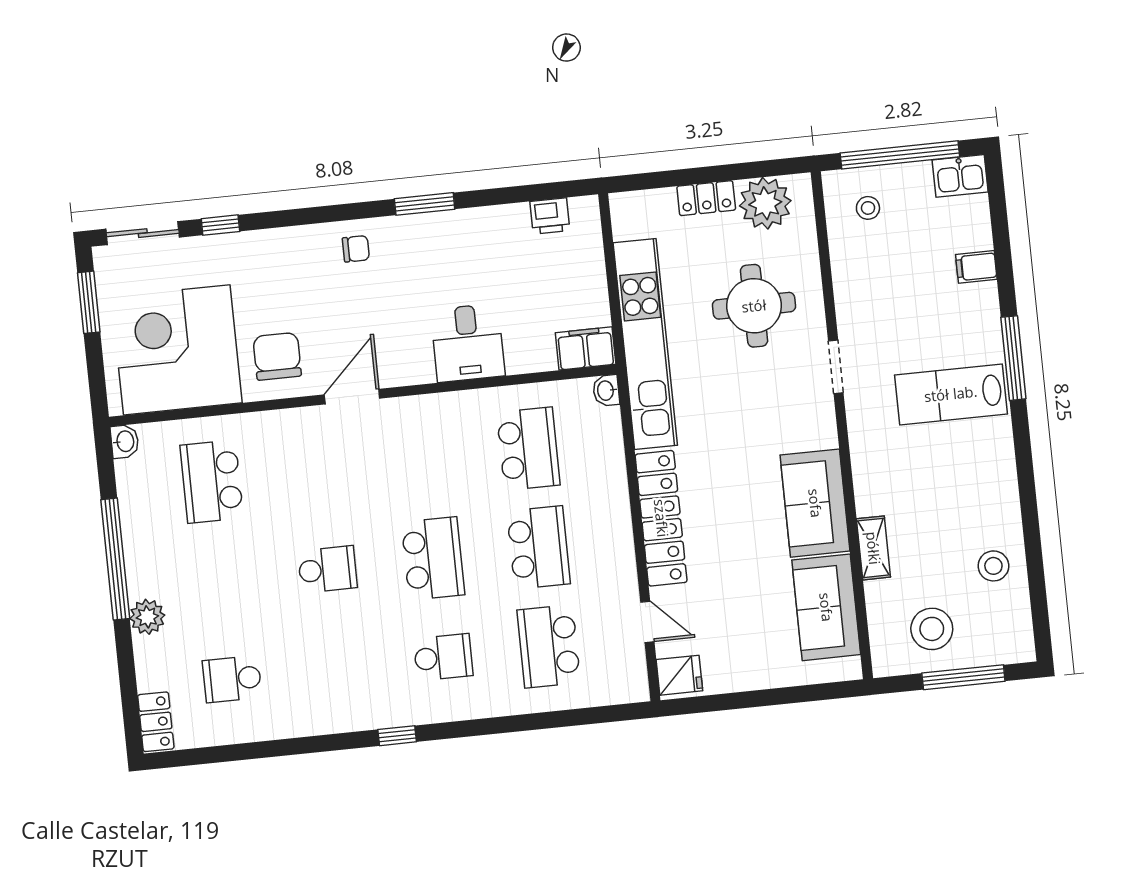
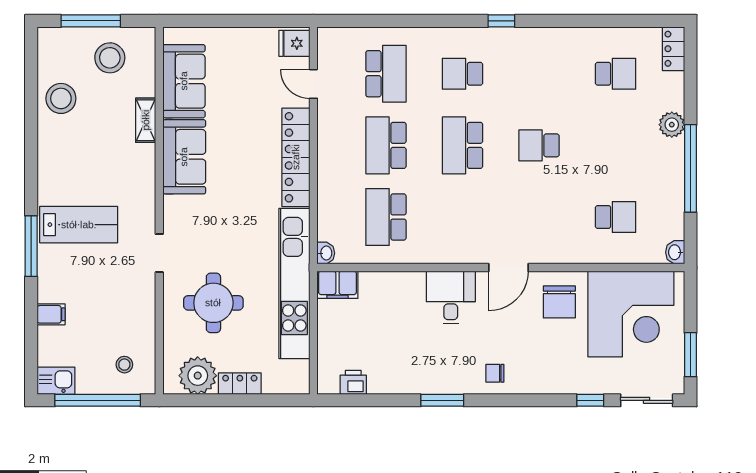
desk: (468, 343) -> (451, 297), moved
school desk: (212, 481) -> (616, 217), width x0.54
stool: (993, 566) -> (61, 98), width x1.38, depth x1.38

